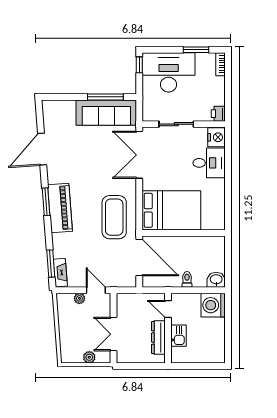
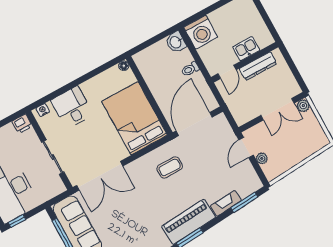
nightstand: (217, 137) -> (43, 110), width x0.53, depth x0.56
coffee table: (114, 217) -> (170, 167), width x0.54, depth x0.58
floor lamp: (220, 225) -> (124, 66), added
fireplace: (60, 273) -> (226, 203), moved
plant: (89, 357) -> (303, 106), moved

